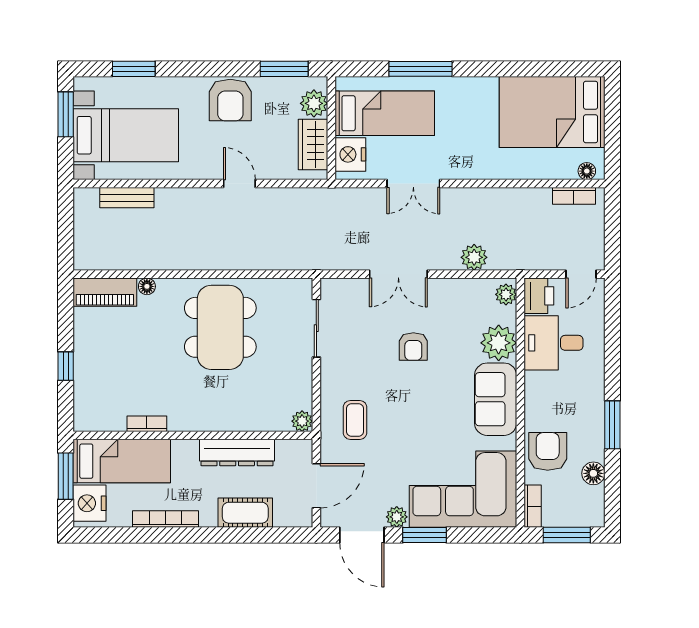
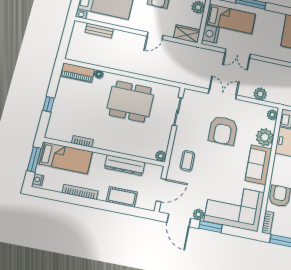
wardrobe: (313, 144) -> (187, 34), moved, turned 90
door: (239, 183) -> (155, 36), swing flipped
double door: (398, 274) -> (222, 94), swing flipped
dining table: (220, 327) -> (130, 101), turned 90
armchair: (413, 346) -> (223, 130), width x1.88, depth x1.88
nightstand: (90, 503) -> (38, 180), width x0.53, depth x0.56

